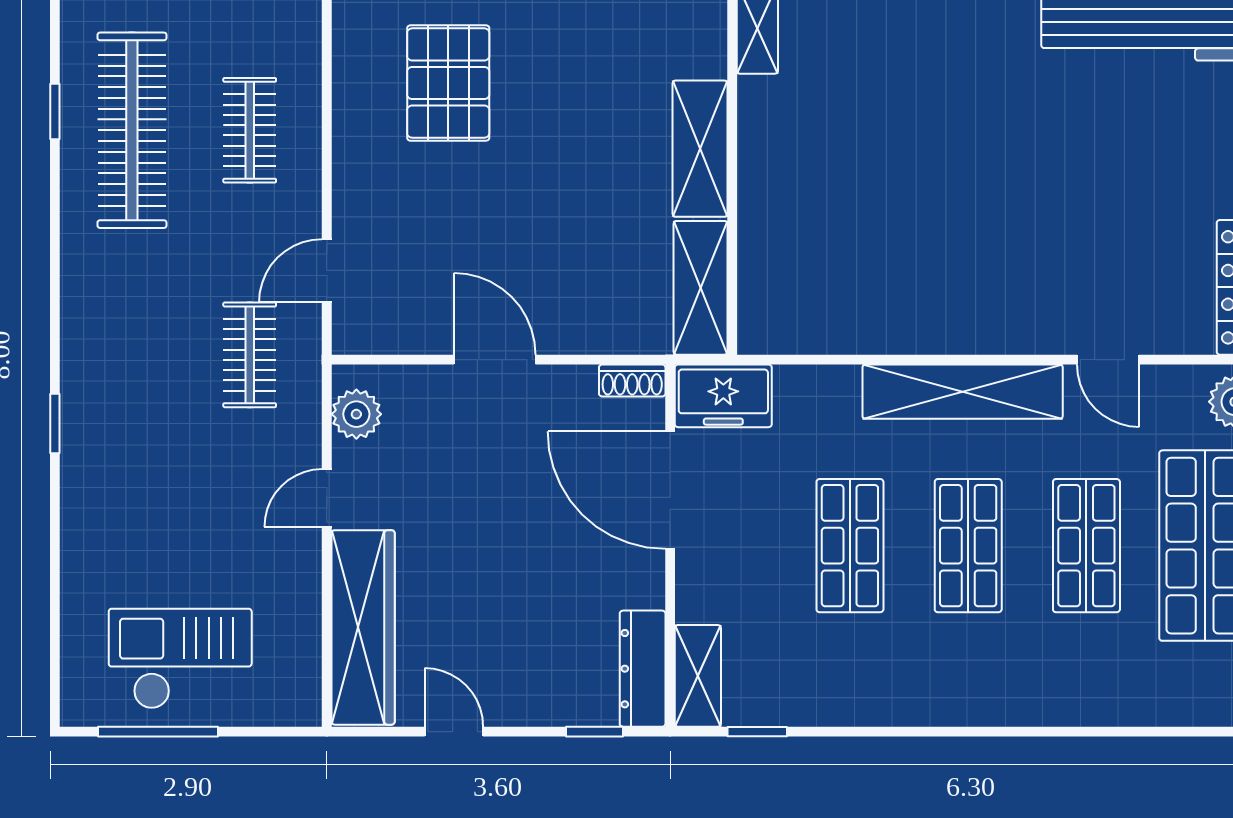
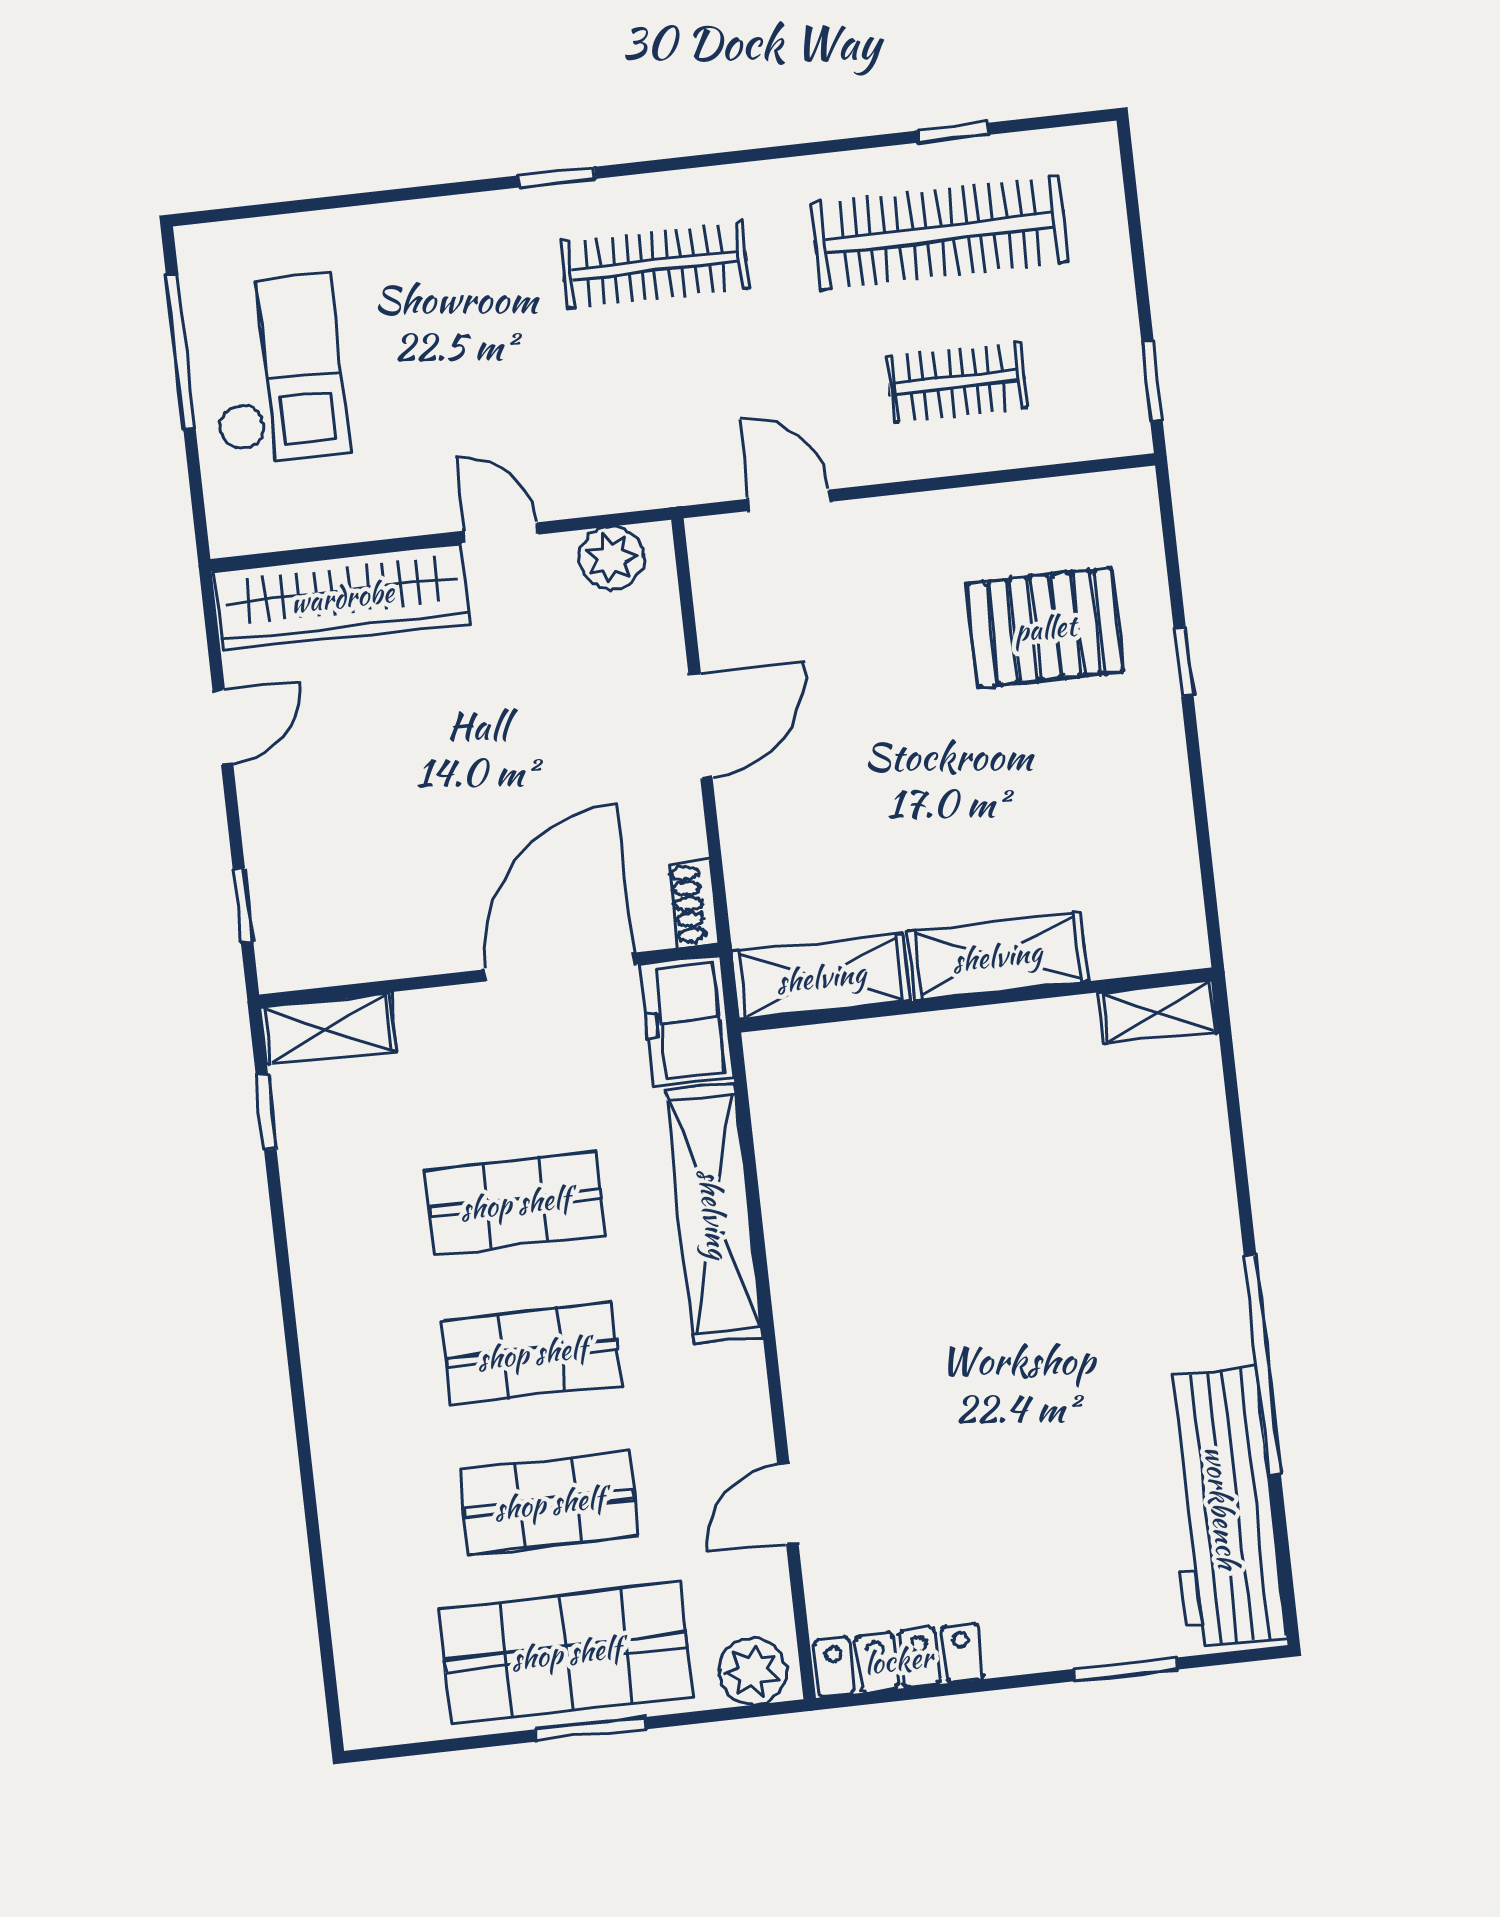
clothes rail: (250, 355) -> (655, 265), moved, width x1.36
shelving: (963, 392) -> (714, 1214), moved
dresser: (643, 669) -> (330, 958), removed

